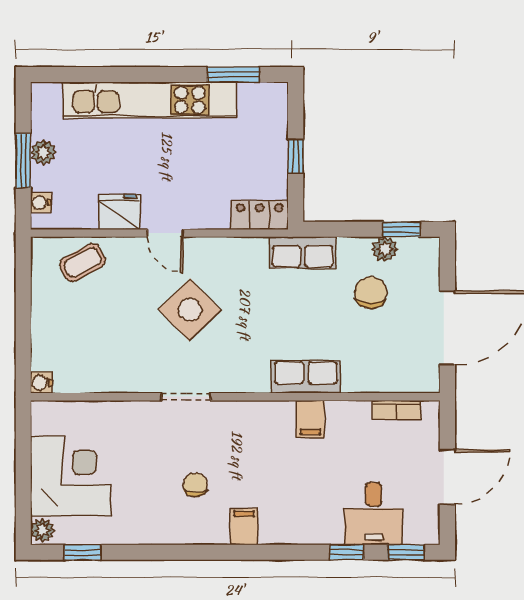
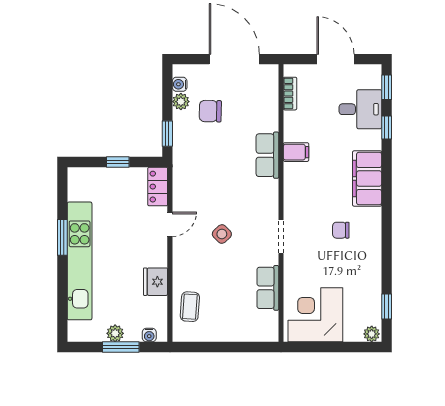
window: (233, 75) -> (62, 237), moved
window: (401, 229) -> (167, 134), moved
door: (165, 233) -> (170, 224), moved
row of seats: (303, 253) -> (268, 288), moved, turned 180
coffee table: (83, 262) -> (190, 307), turned 32
side table: (190, 310) -> (222, 234), width x0.54, depth x0.54
water cooler: (41, 382) -> (180, 84), moved, turned 90
corner desk: (71, 476) -> (315, 315), moved
filing cabinet: (244, 527) -> (367, 178), width x3.00, depth x1.17

